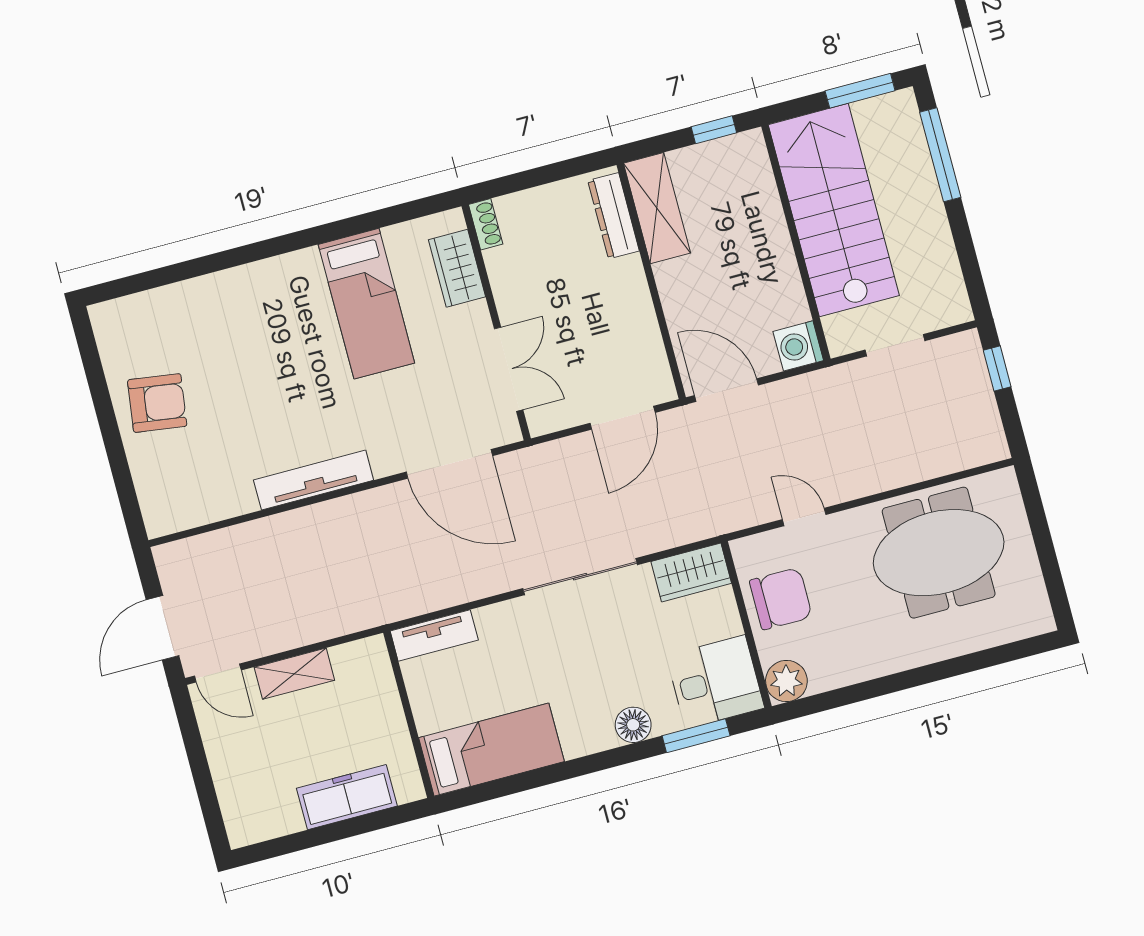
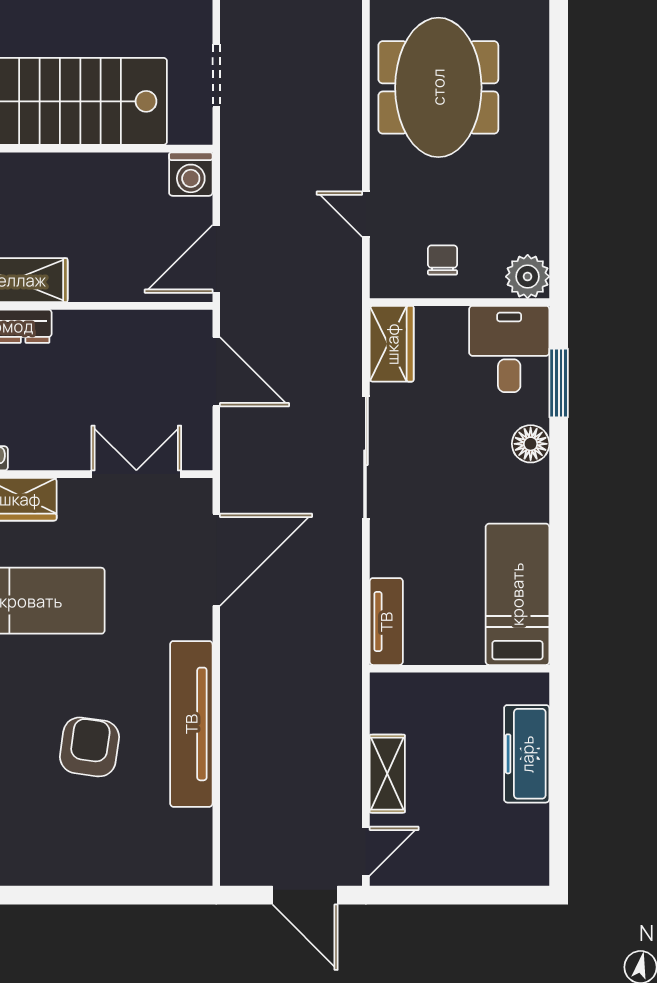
armchair: (157, 403) -> (89, 747), moved
tv unit: (314, 480) -> (191, 724), width x1.36, depth x1.29
door: (804, 517) -> (366, 214), hinge flipped
chair: (781, 599) -> (443, 260), width x0.54, depth x0.54

